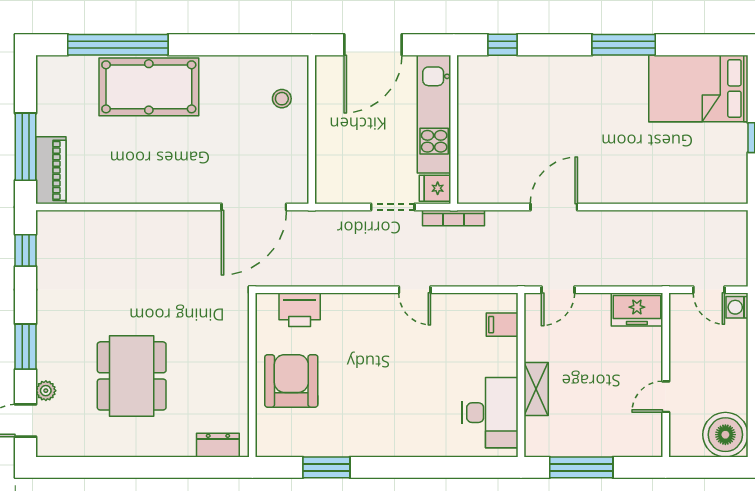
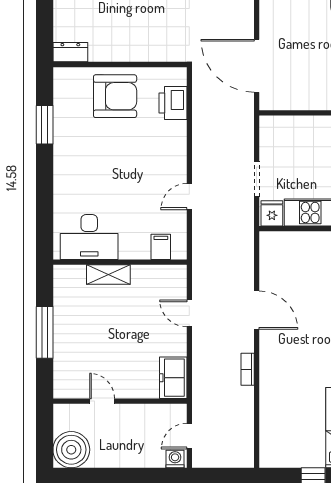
bookcase: (453, 218) -> (248, 369), moved, width x0.64
filing cabinet: (502, 325) -> (161, 247), moved
wall: (521, 375) -> (120, 262), moved
shelving: (536, 389) -> (108, 275), moved
desk: (490, 413) -> (89, 237), moved
dresser: (218, 445) -> (70, 52), moved, turned -90

